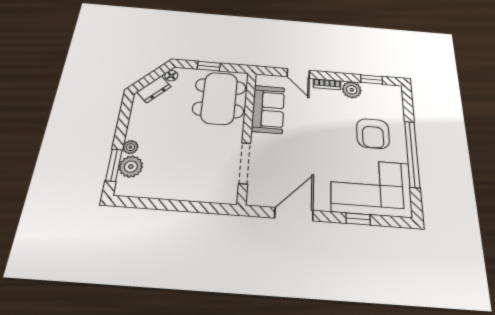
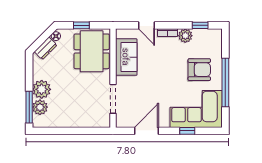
armchair: (373, 134) -> (199, 70), turned -90
plant: (130, 147) -> (42, 89), width x1.88, depth x1.88
window: (114, 165) -> (29, 107), width x1.44

